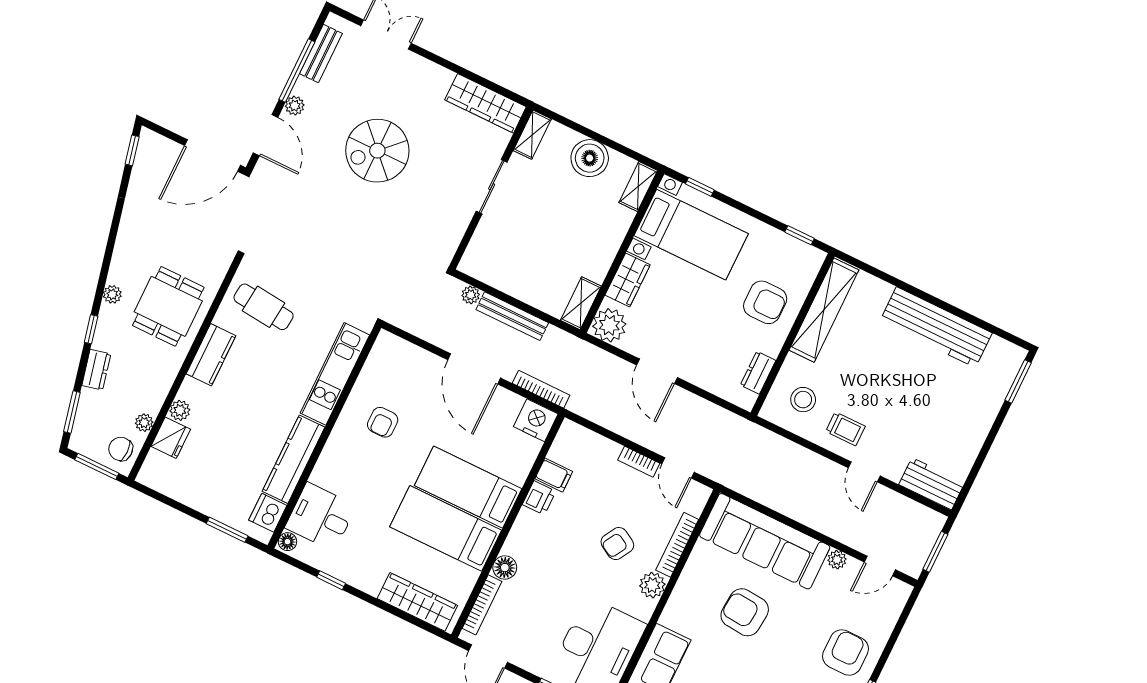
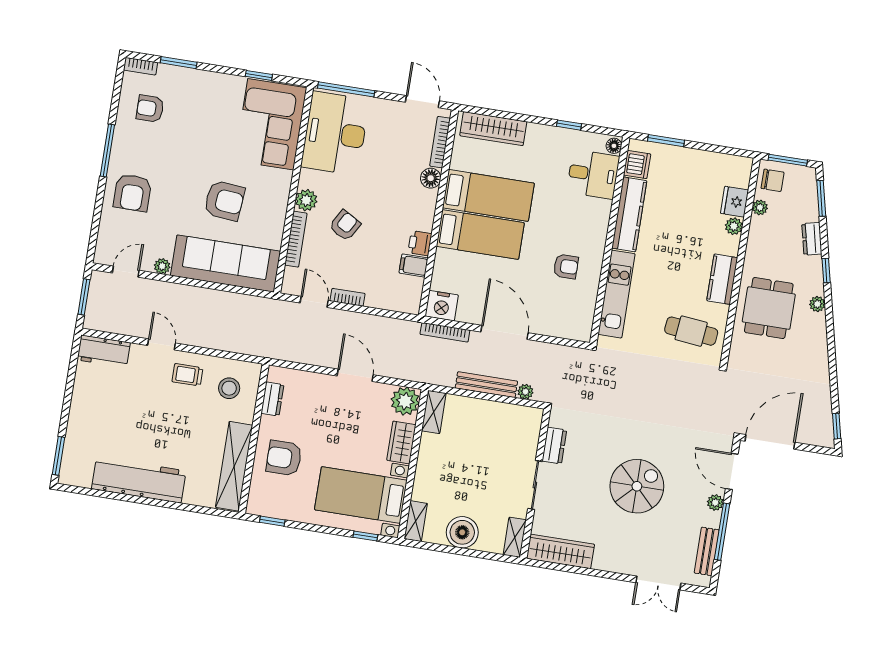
dresser: (456, 224) -> (554, 446), added
armchair: (383, 422) -> (566, 266), turned 90

